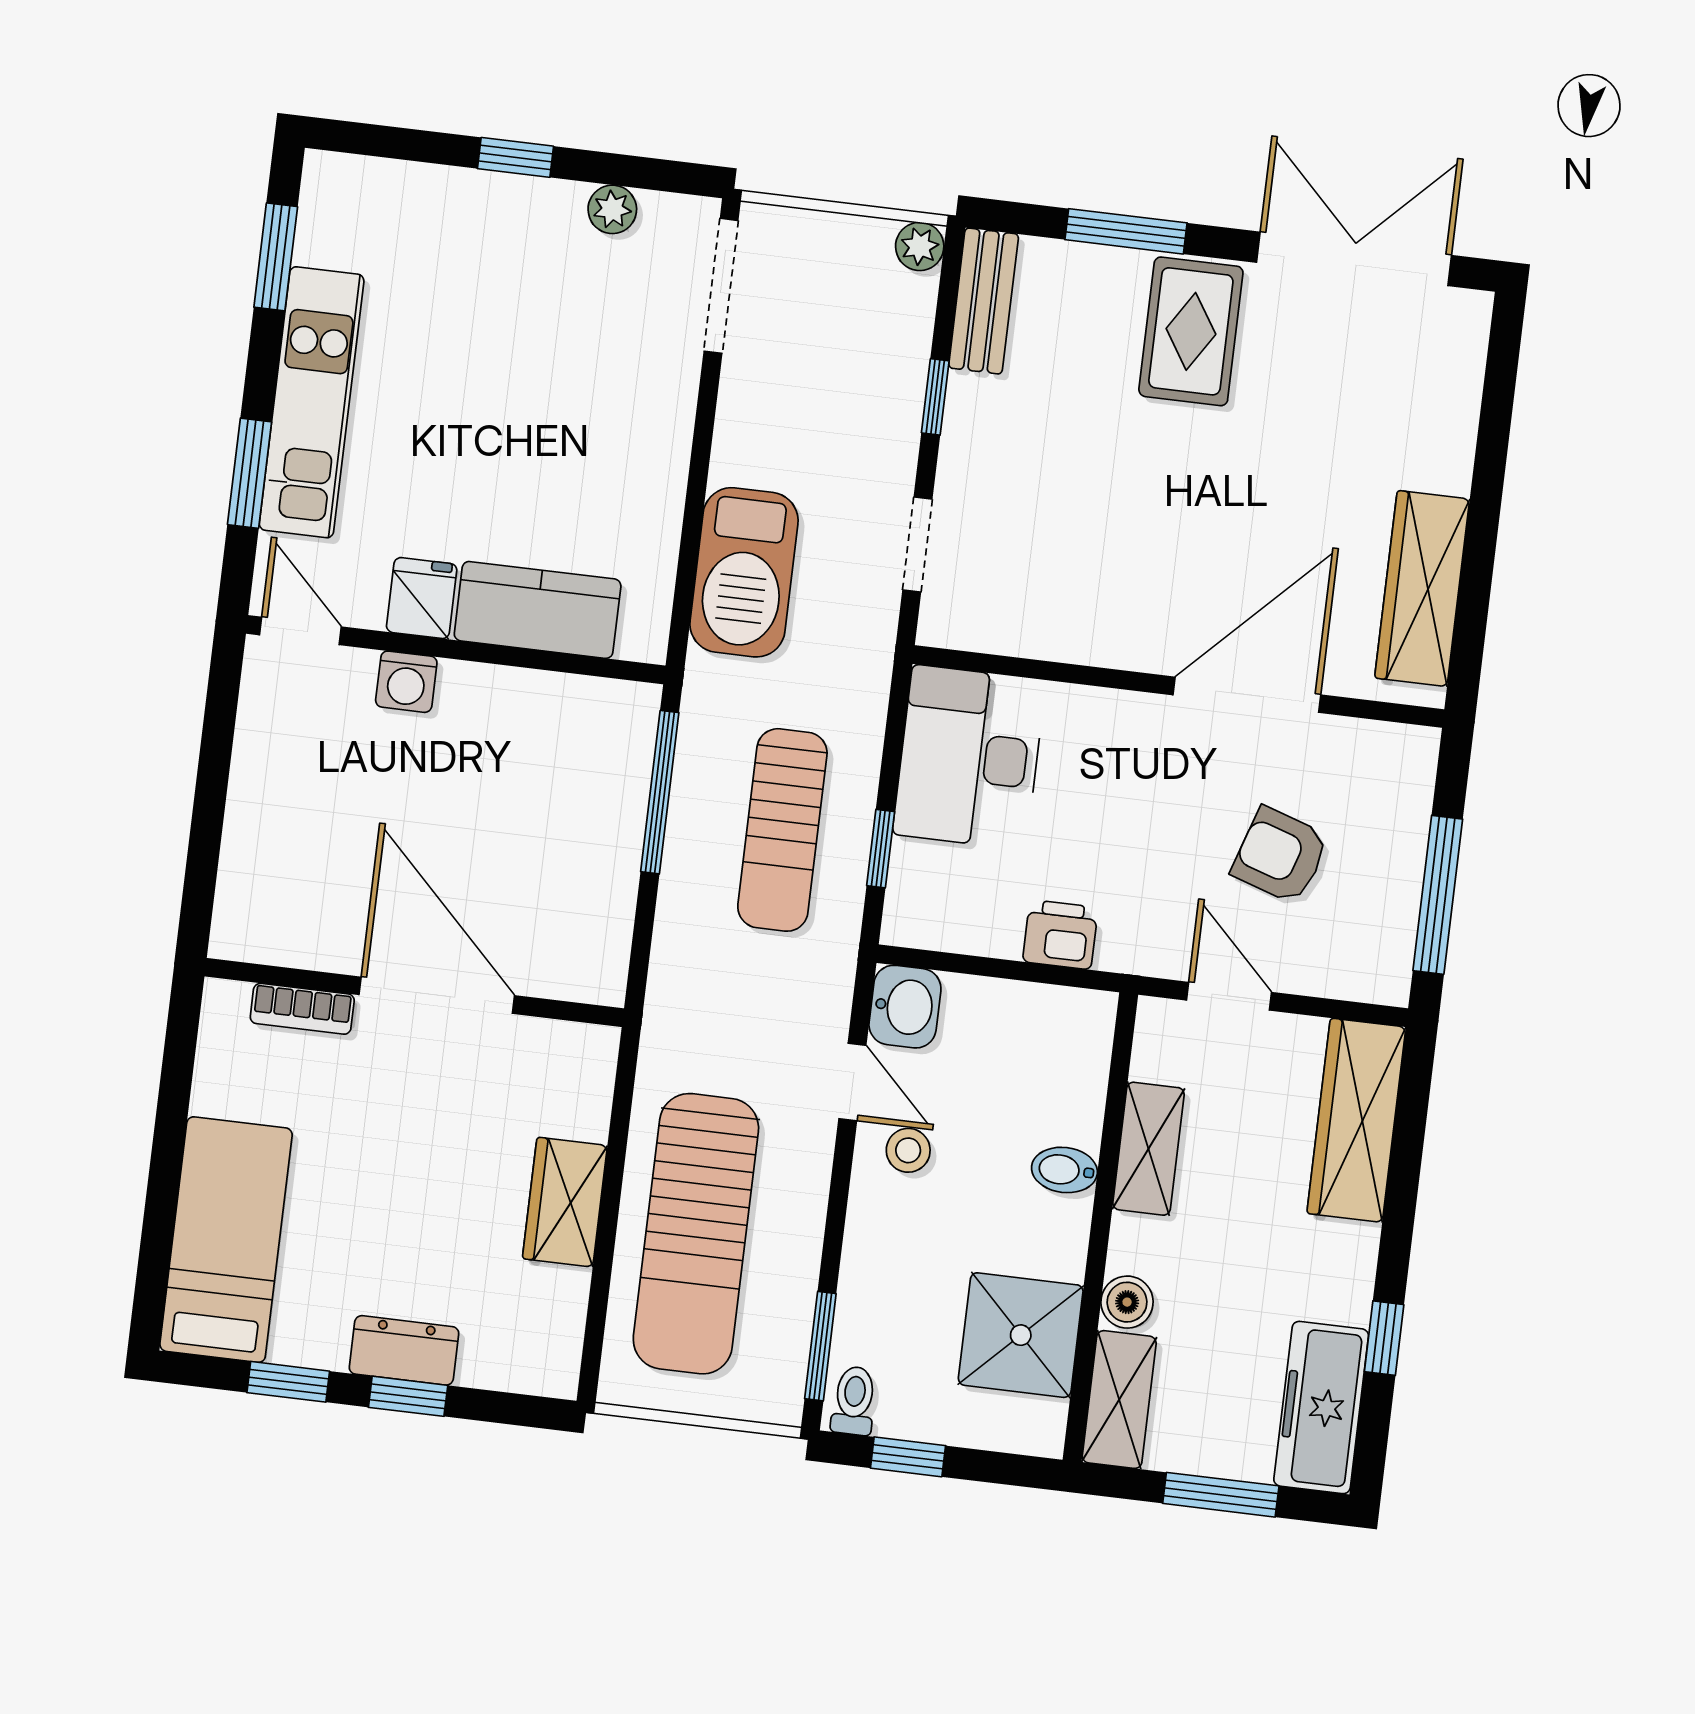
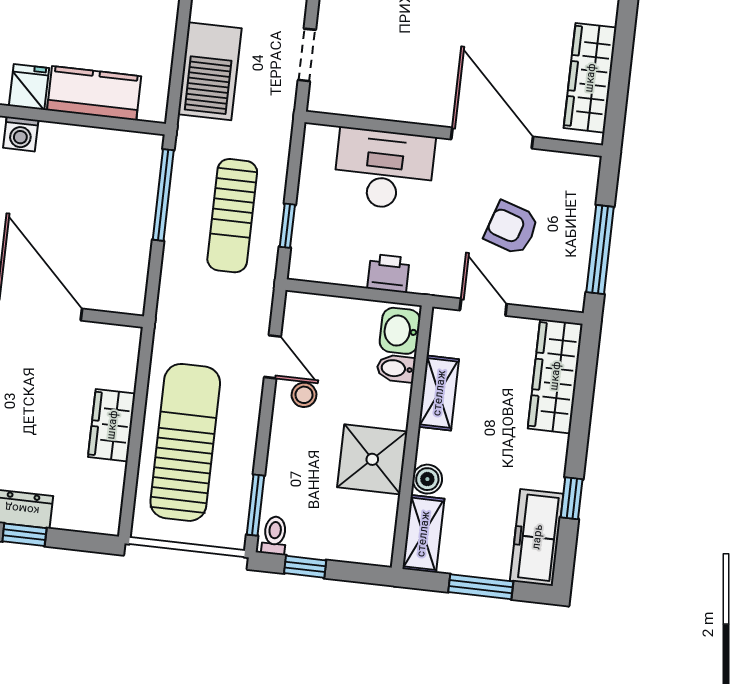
door: (1247, 695) -> (492, 138), hinge flipped
desk: (969, 757) -> (384, 169), moved, turned 90
washbasin: (905, 1007) -> (400, 331), moved, turned 180
bidet: (1064, 1170) -> (396, 368), moved
sun lounger: (696, 1234) -> (185, 442), turned 180
shower: (1021, 1335) -> (372, 459), moved

